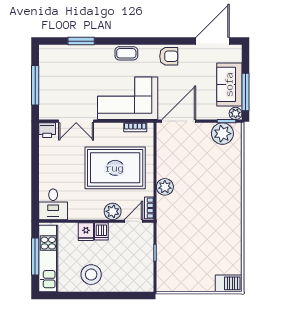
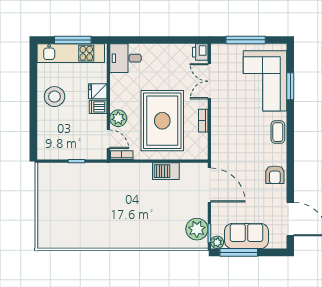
corner sofa: (128, 98) -> (265, 81), moved, turned 180
bookcase: (135, 127) -> (203, 121), moved
plant: (165, 187) -> (143, 171), removed
barbecue: (228, 283) -> (166, 171), moved, turned 90

